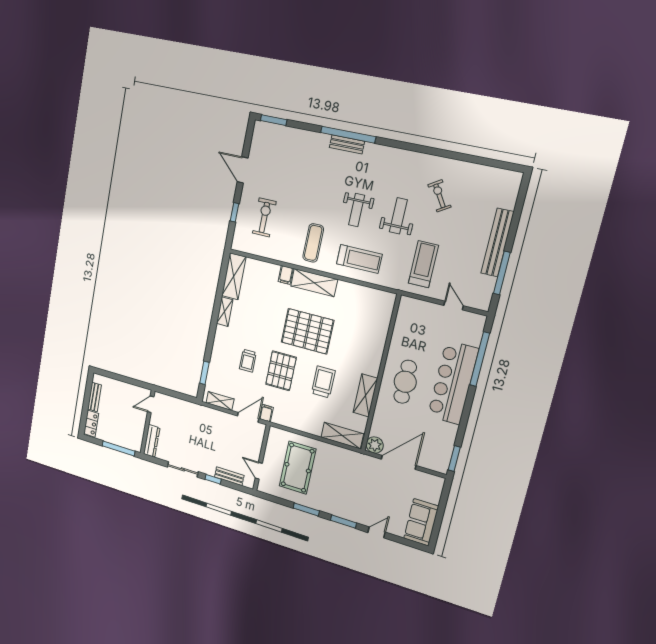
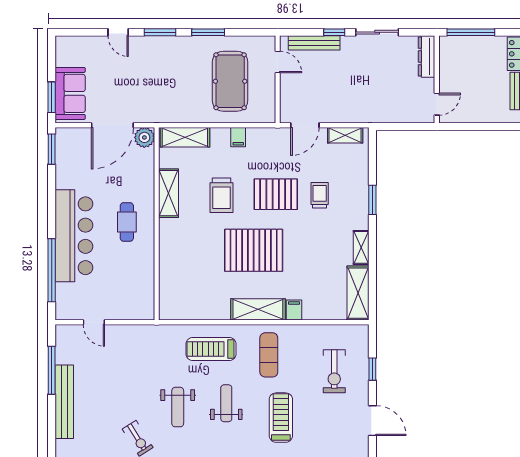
treadmill: (423, 264) -> (281, 418), moved, turned 180
pallet: (281, 371) -> (276, 194), turned 90
window: (204, 373) -> (372, 200), moved
cafe table: (405, 382) -> (127, 222), width x0.73, depth x0.74
filing cabinet: (266, 413) -> (238, 137), moved
bench: (229, 476) -> (314, 43), width x1.36
window: (444, 500) -> (52, 97), added
sofa: (421, 522) -> (70, 93), moved
door: (377, 532) -> (118, 32), hinge flipped

